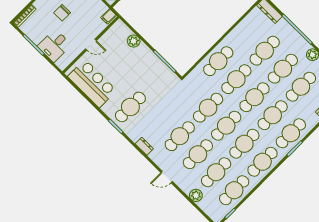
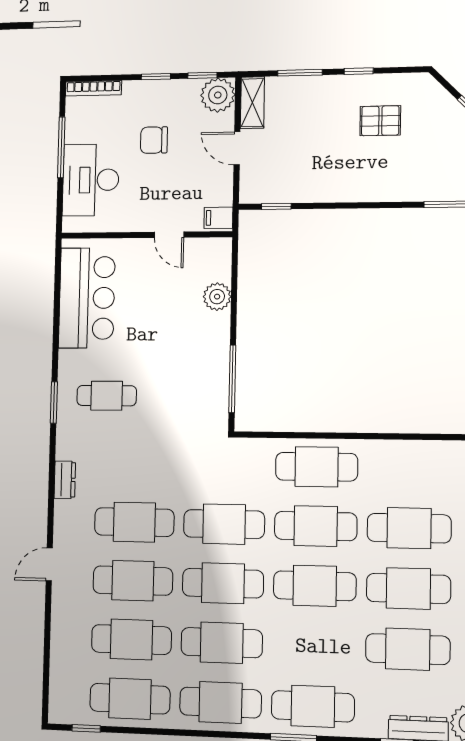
door: (91, 45) -> (169, 235), moved
desk: (54, 46) -> (91, 180), width x1.37
cafe table: (130, 107) -> (107, 396), width x0.73, depth x0.74
cafe table: (273, 115) -> (314, 646), removed
door: (167, 177) -> (49, 564), hinge flipped
plant: (196, 195) -> (64, 642), removed

